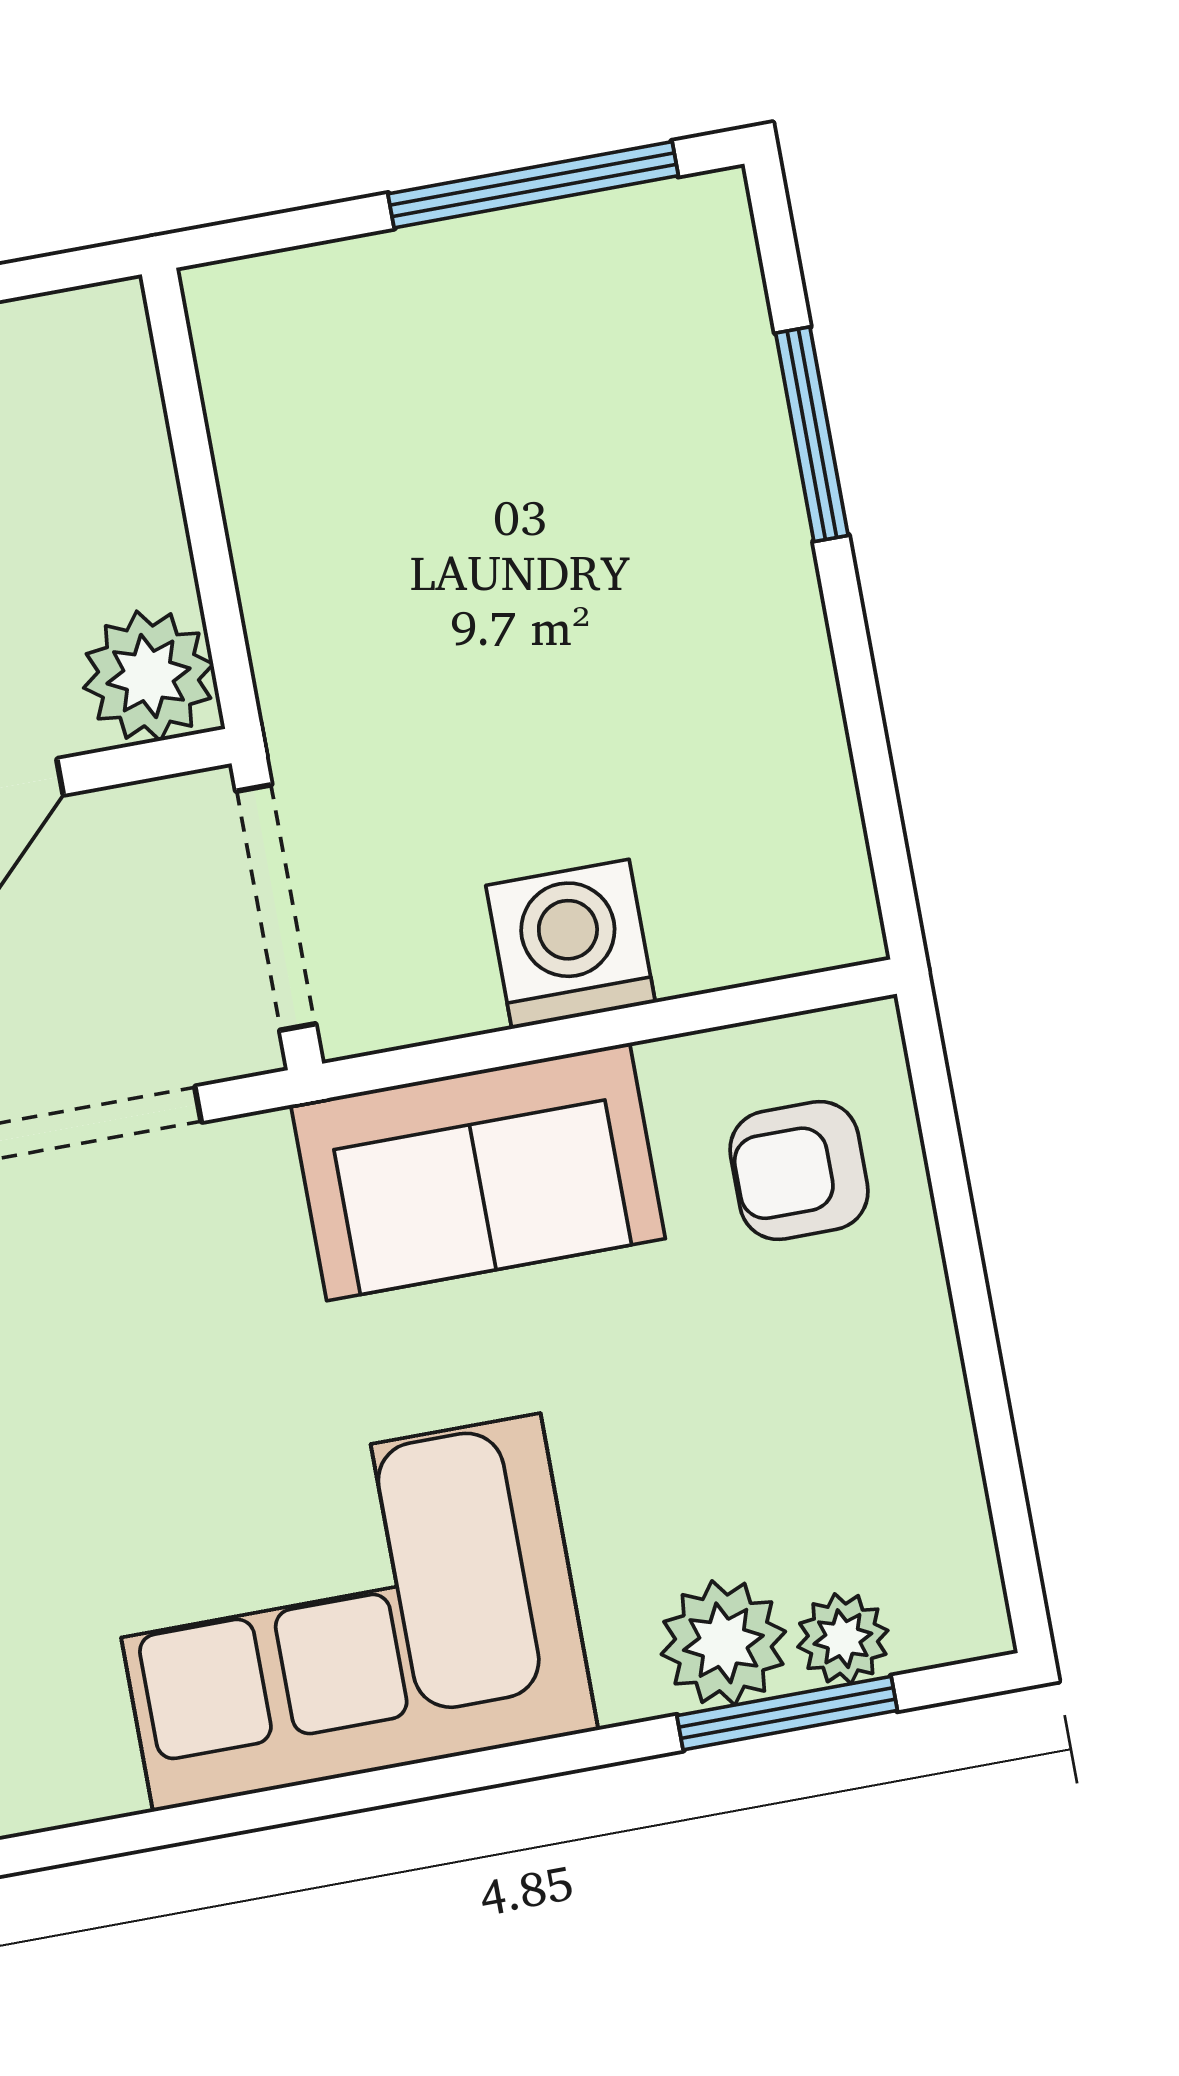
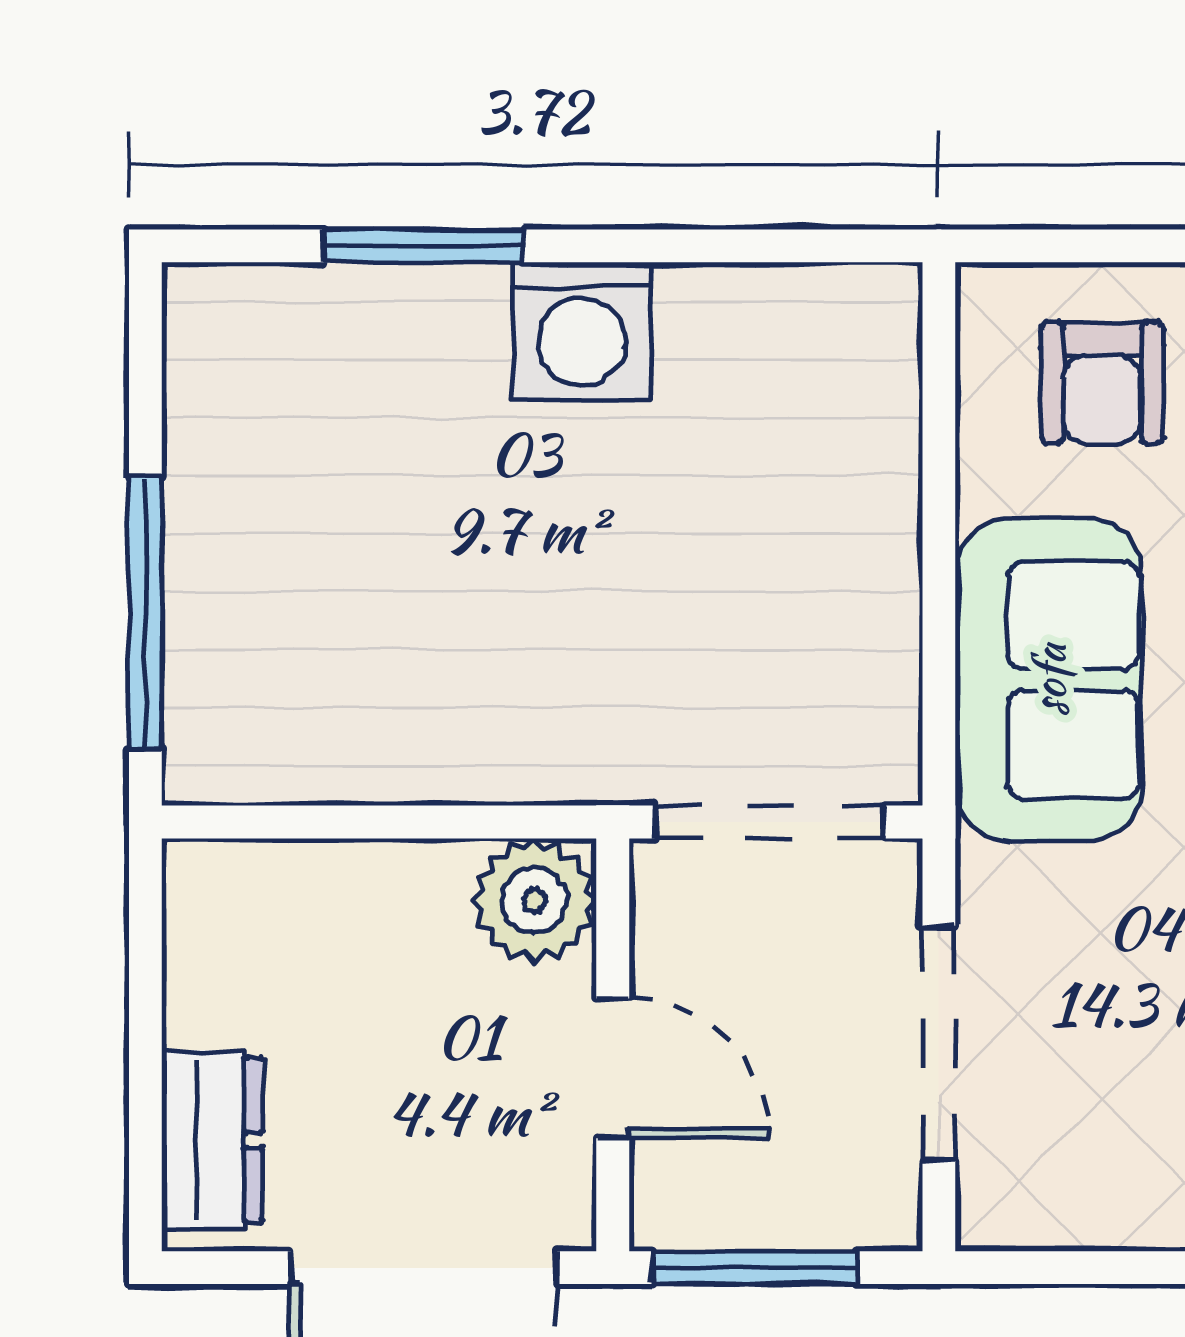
window: (533, 185) -> (145, 613), moved
washing machine: (571, 944) -> (582, 331), moved, turned -90

